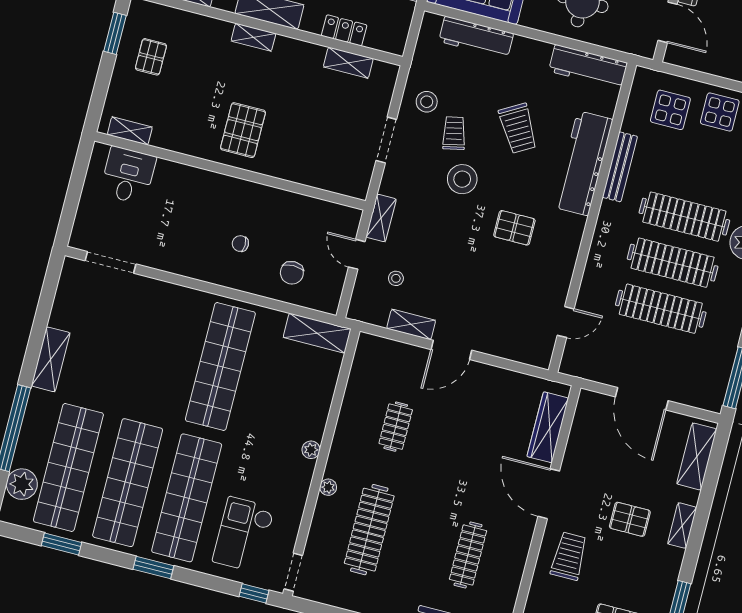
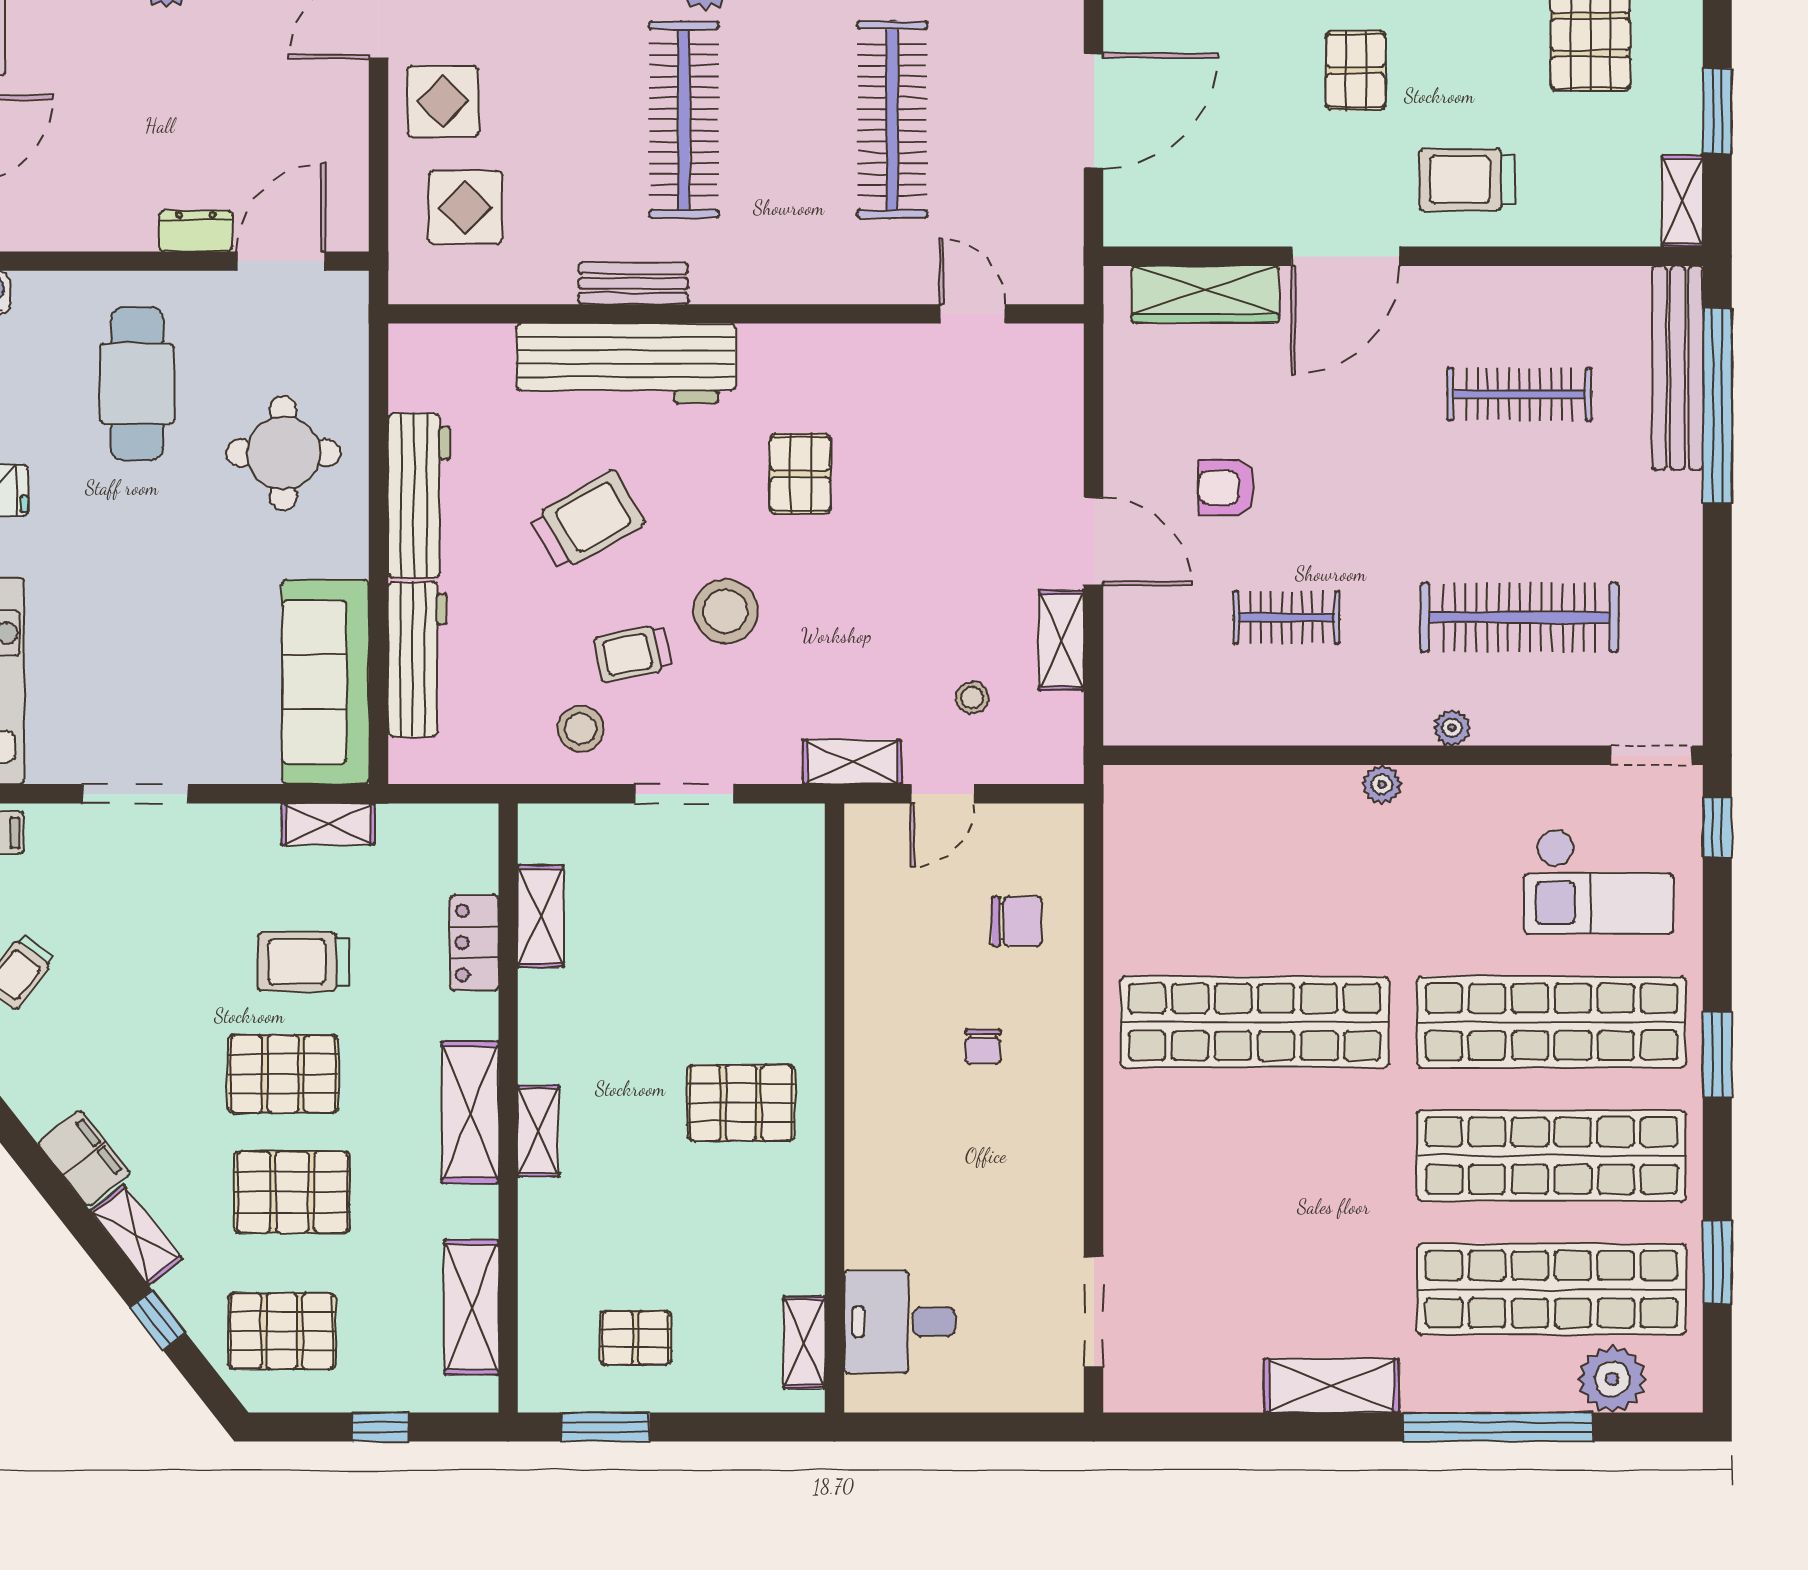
workbench: (588, 67) -> (419, 496), moved
bench: (620, 167) -> (633, 283), width x0.73
clothes rail: (673, 263) -> (788, 120), removed
shelving: (317, 333) -> (1131, 835), removed
armchair: (460, 415) -> (1227, 488), added

